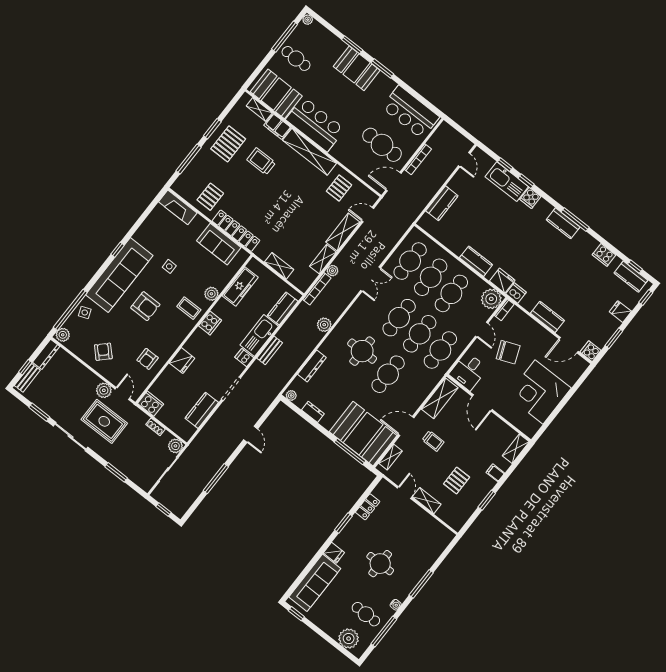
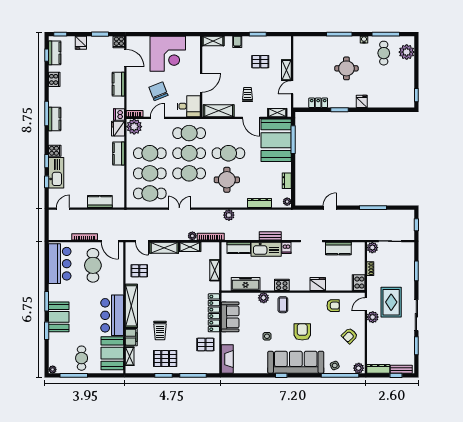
sofa: (315, 583) -> (389, 99), removed

